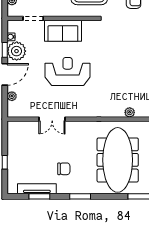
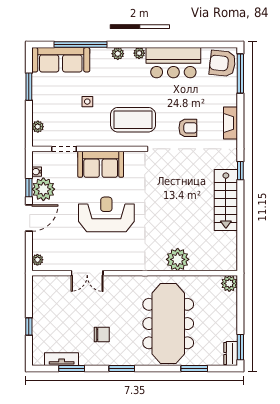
plant: (12, 96) -> (37, 260), moved
plant: (130, 112) -> (178, 259), width x1.87, depth x1.87
tv unit: (37, 189) -> (62, 359), width x0.71

